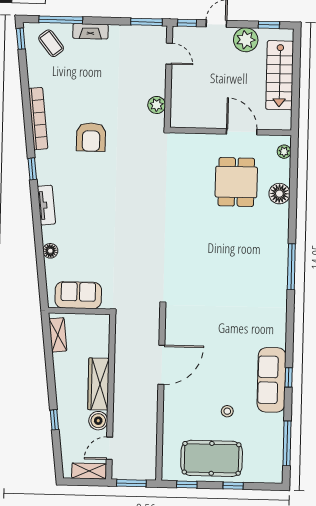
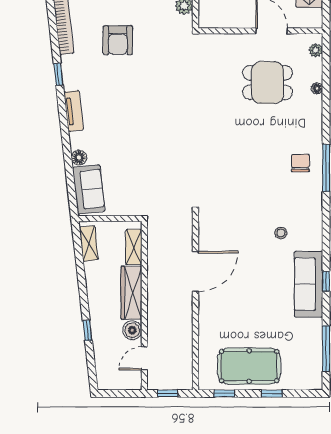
dining table: (236, 182) -> (268, 83), turned 90
floor lamp: (279, 194) -> (317, 88), width x0.53, depth x0.53
chair: (266, 261) -> (300, 163), added
sofa: (78, 295) -> (89, 189), moved, turned 84
stool: (227, 411) -> (281, 233), moved
shelving: (89, 471) -> (134, 247), moved, turned 90
window: (131, 483) -> (168, 393), width x0.67

